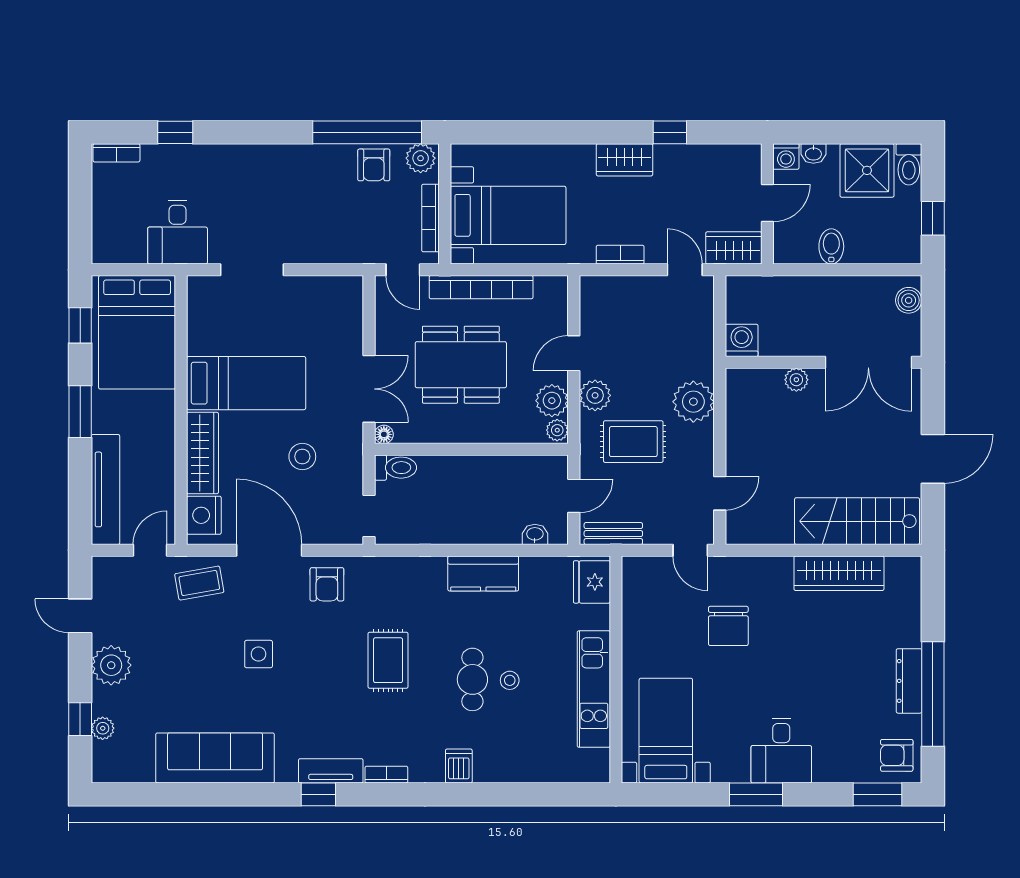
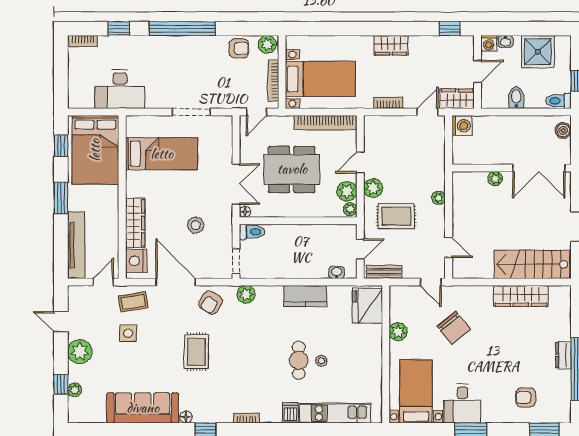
window: (367, 132) -> (182, 29), moved
window: (670, 132) -> (450, 29), moved
toilet: (909, 164) -> (558, 101), moved, turned 90
armchair: (374, 165) -> (239, 48), turned -90
desk: (178, 232) -> (120, 89), width x1.37
doorway: (252, 270) -> (191, 112), moved
door: (403, 270) -> (257, 112), hinge flipped
door: (685, 270) -> (427, 112), hinge flipped
bookcase: (481, 287) -> (325, 122), moved
washing machine: (742, 340) -> (462, 126), moved, turned 90
bed: (246, 383) -> (162, 154), moved
plant: (693, 402) -> (439, 198), width x0.53, depth x0.53
door: (720, 493) -> (449, 247), hinge flipped
plant: (385, 571) -> (246, 294), added
fridge: (592, 582) -> (367, 306), width x1.36, depth x1.34
armchair: (327, 584) -> (211, 303), turned 33
chair: (728, 626) -> (454, 328), turned -39
plant: (636, 632) -> (398, 332), added
side table: (259, 654) -> (128, 333), moved
rug: (388, 660) -> (196, 352), moved
dresser: (909, 681) -> (563, 355), width x0.70
kitchen unit: (594, 689) -> (335, 413), moved, turned 90
desk: (781, 751) -> (462, 403), moved
armchair: (897, 755) -> (526, 398), moved
tv unit: (331, 771) -> (213, 416), removed
floor lamp: (286, 773) -> (186, 417), added

